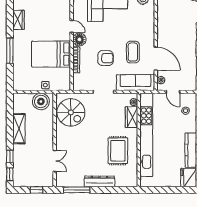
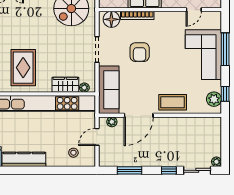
door: (72, 26) -> (194, 10), moved
floor lamp: (79, 39) -> (111, 19), moved
coffee table: (133, 52) -> (173, 102), moved
rug: (118, 151) -> (23, 68), turned 90

